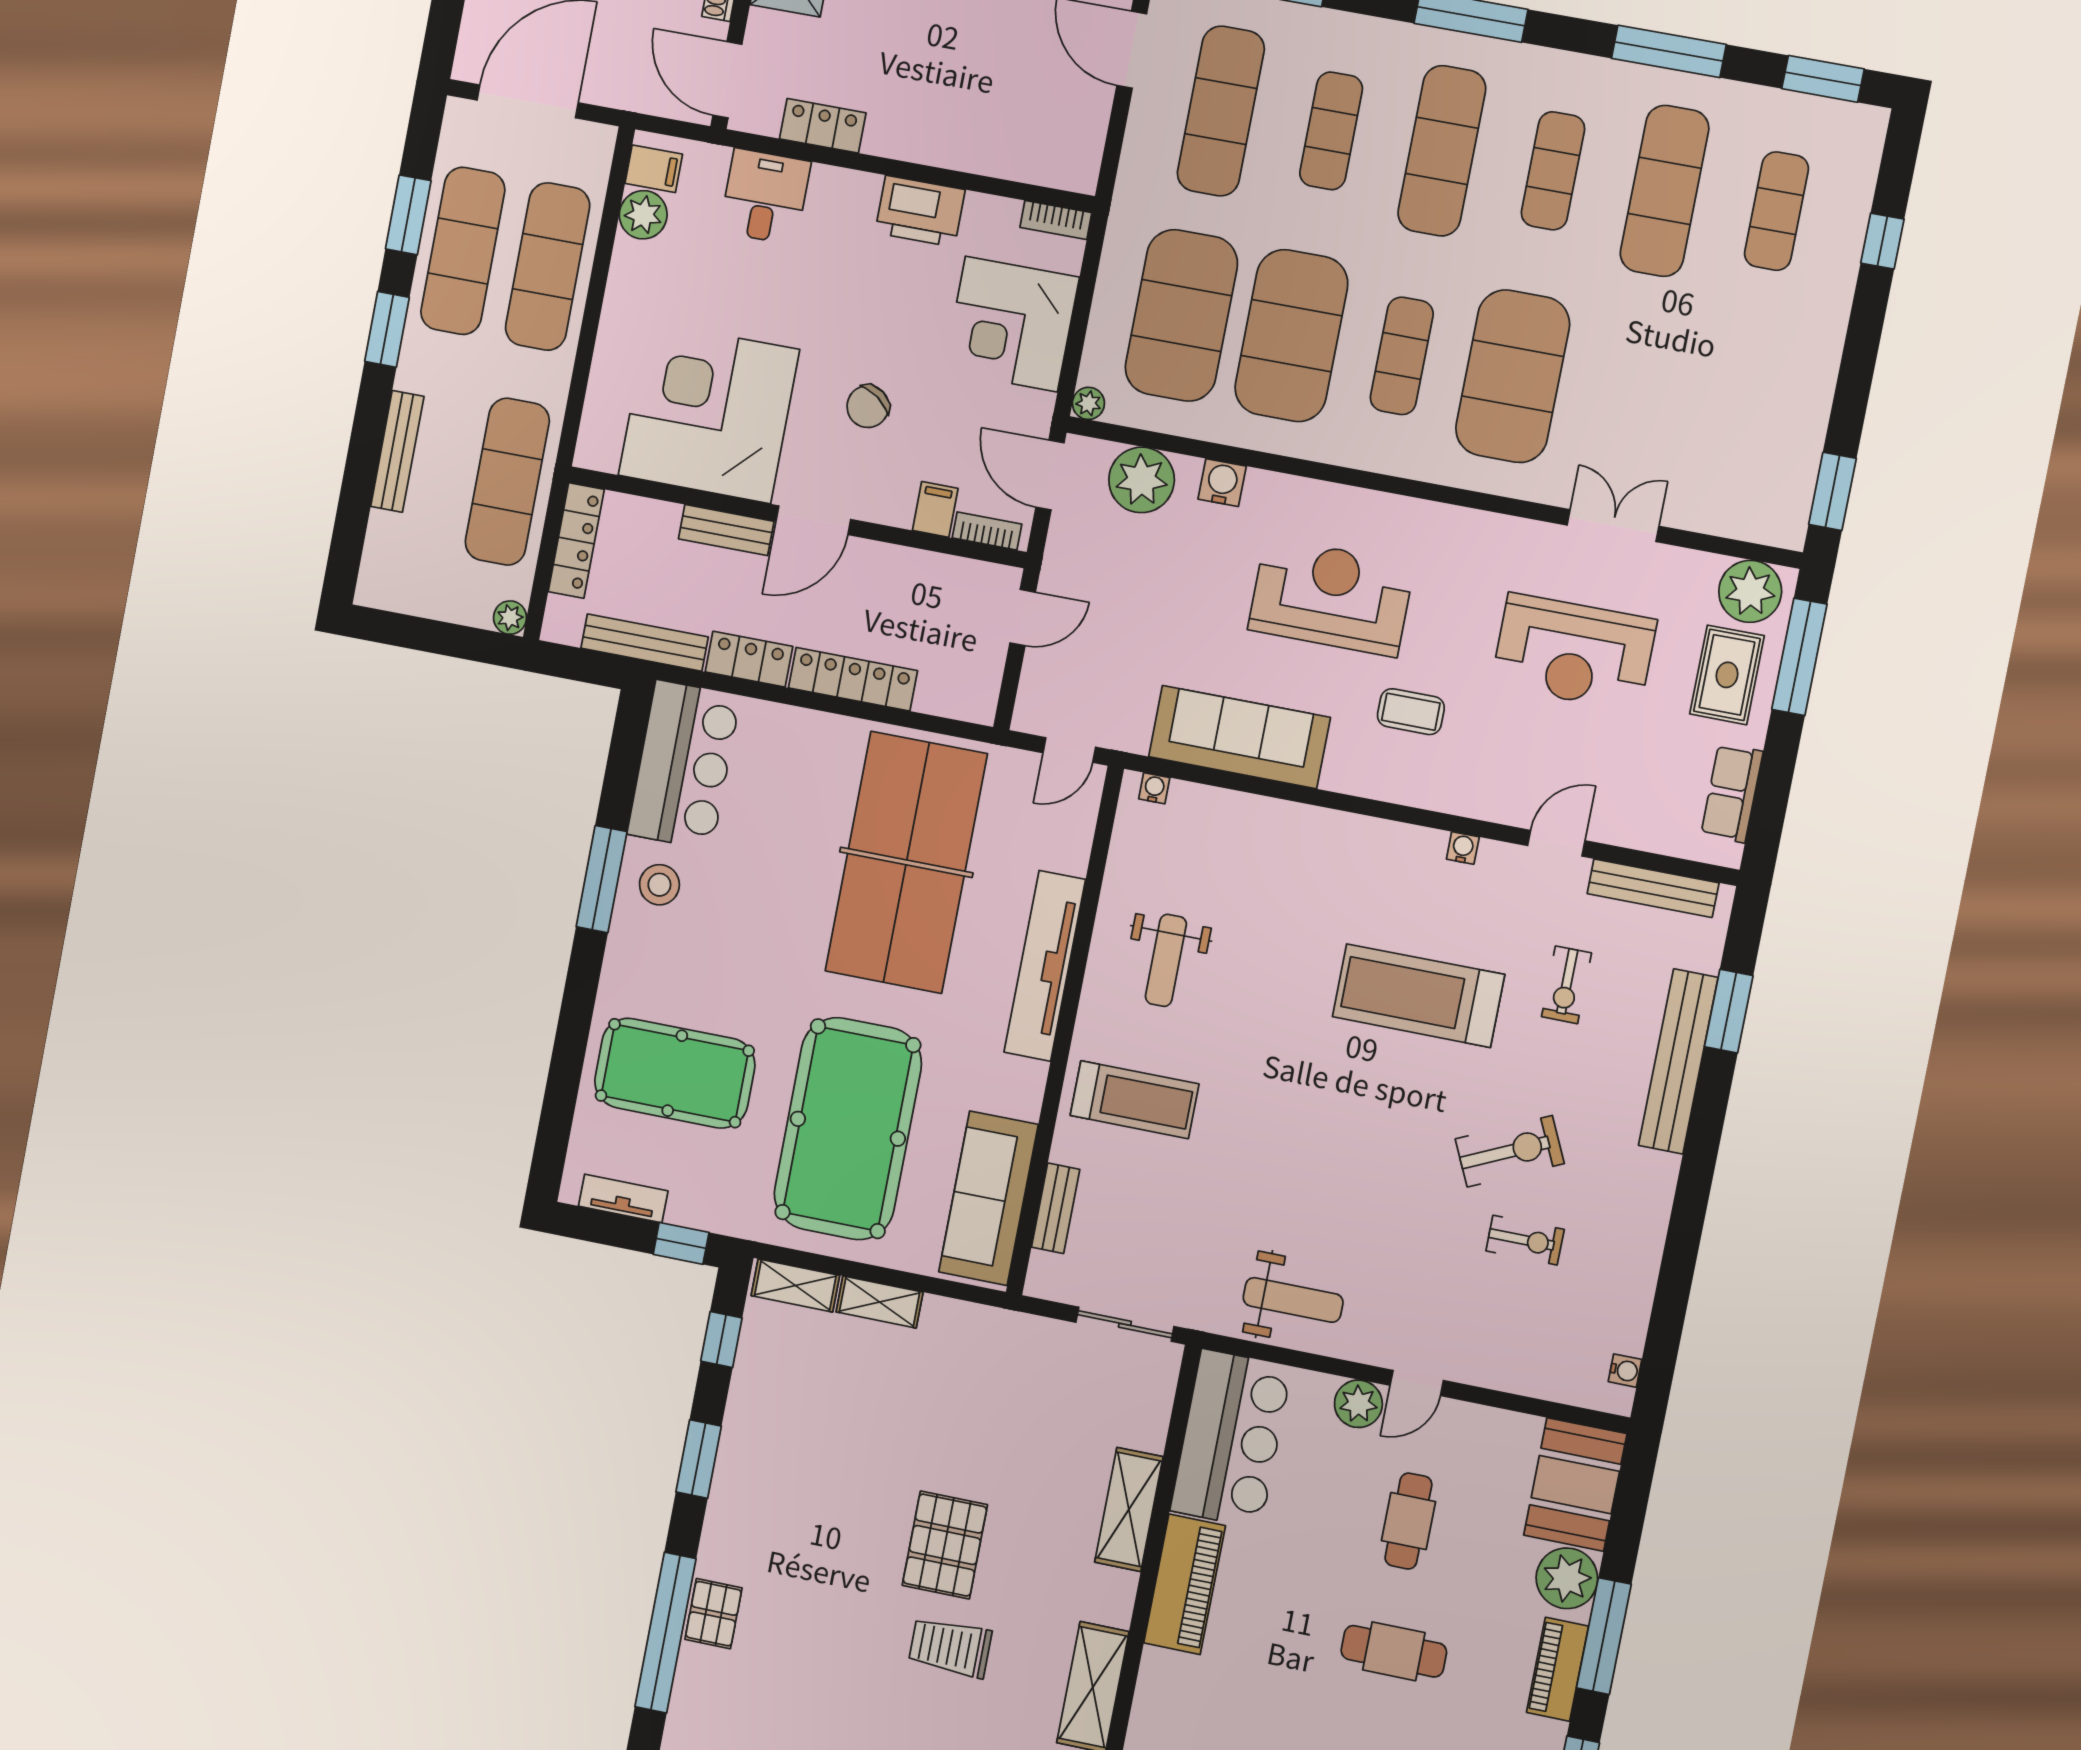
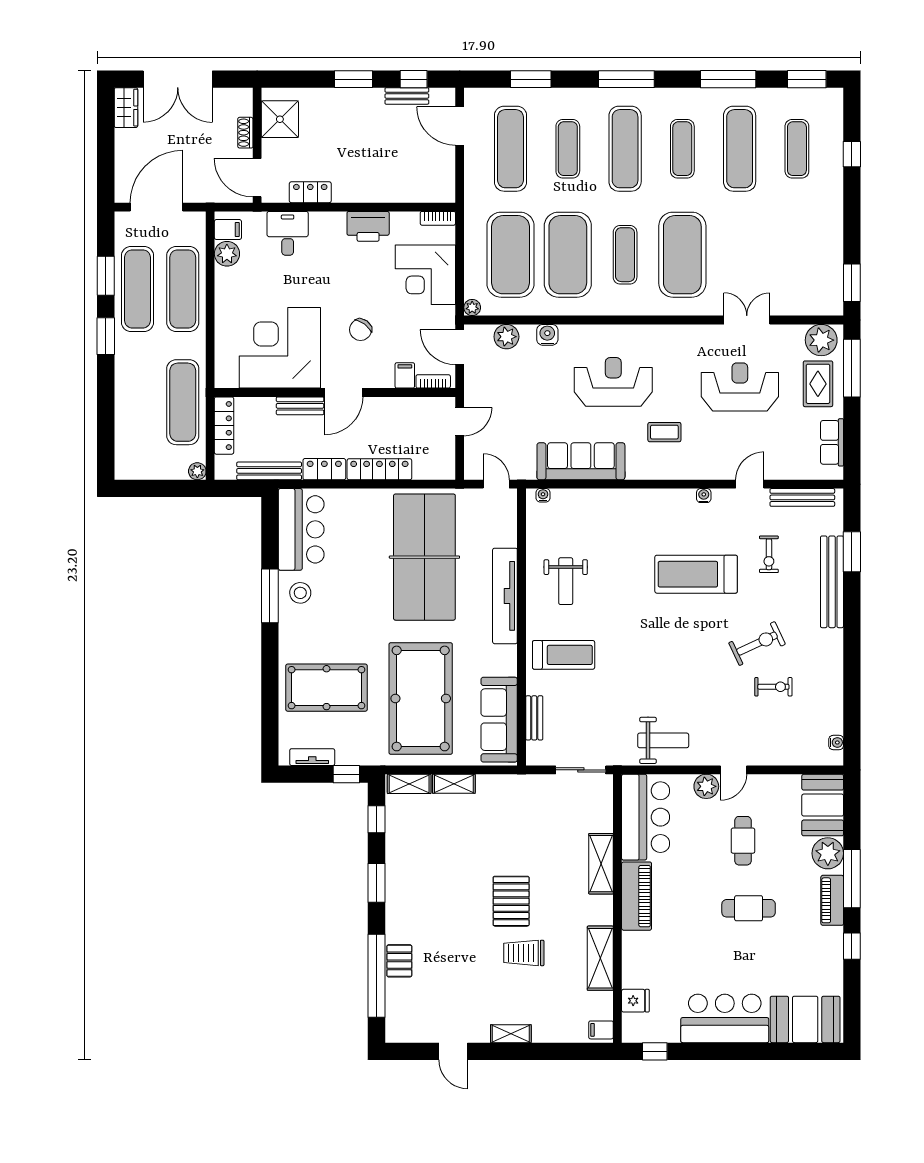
bench: (397, 451) -> (123, 397), removed
plant: (1142, 480) -> (506, 337), width x0.73, depth x0.73
reception desk: (1574, 652) -> (740, 387), turned 180
door: (1069, 750) -> (496, 484), swing flipped

